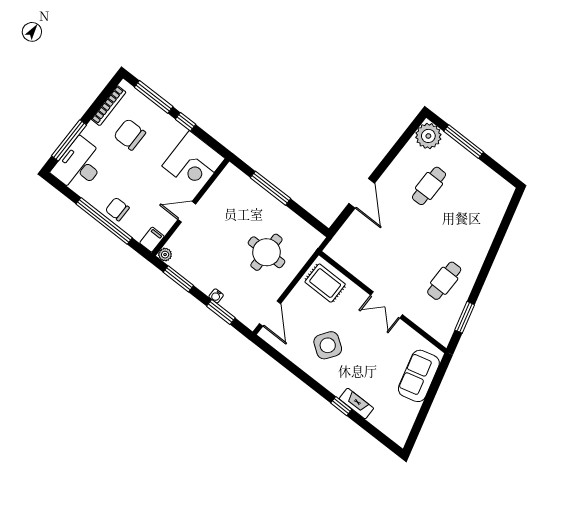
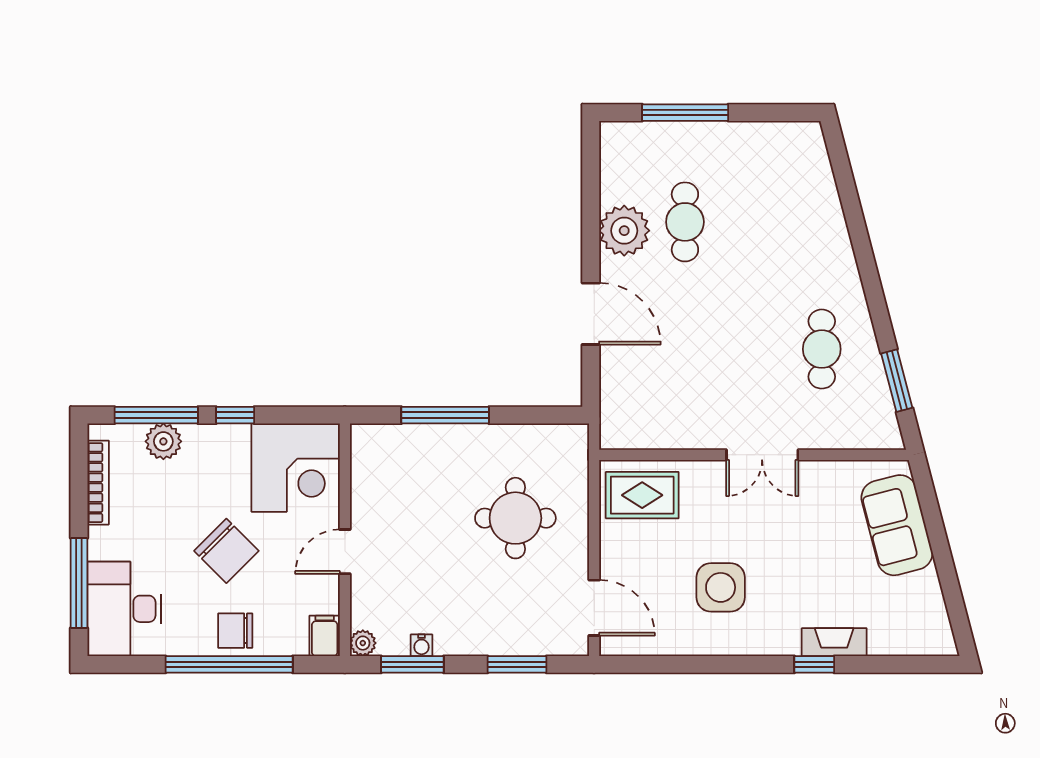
plant: (148, 110) -> (163, 441), added
chair: (130, 134) -> (226, 551), moved, turned -135
plant: (428, 136) -> (624, 231), moved
water cooler: (216, 296) -> (422, 645), moved
side table: (328, 345) -> (721, 587), turned -35

